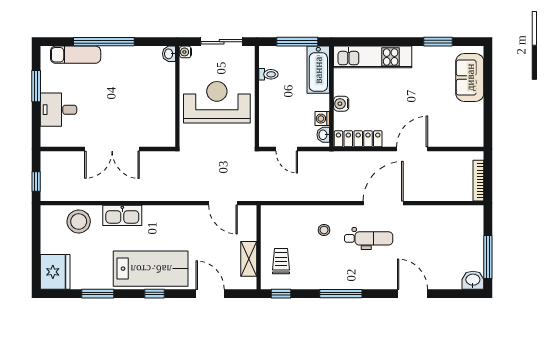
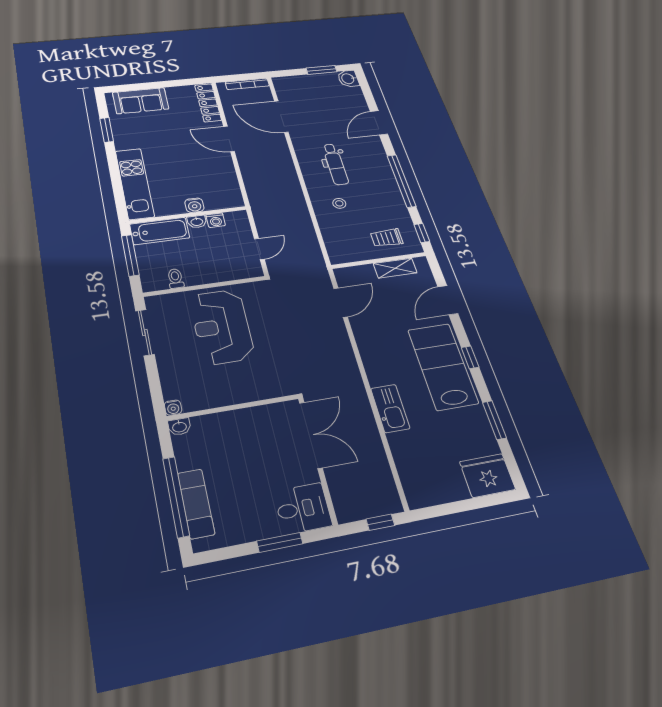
window: (104, 42) -> (176, 497), moved
water cooler: (185, 52) -> (173, 408), moved
washbasin: (169, 54) -> (179, 427), moved
window: (36, 86) -> (280, 542), moved
wall: (177, 96) -> (233, 407), moved
desk: (58, 110) -> (303, 508), moved, turned -90
washbasin: (323, 135) -> (197, 222), moved
locker: (358, 139) -> (208, 103), moved
door: (383, 203) -> (281, 117), moved
stool: (79, 221) -> (415, 459), removed
dental chair: (369, 238) -> (335, 164), turned 180
window: (488, 257) -> (321, 70), width x0.69
window: (341, 294) -> (401, 181), width x1.46

